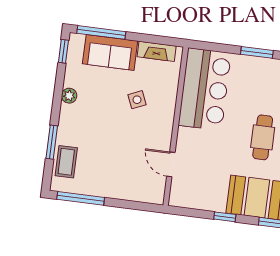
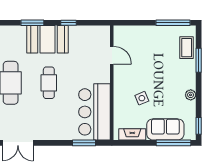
window: (257, 52) -> (84, 143), moved

